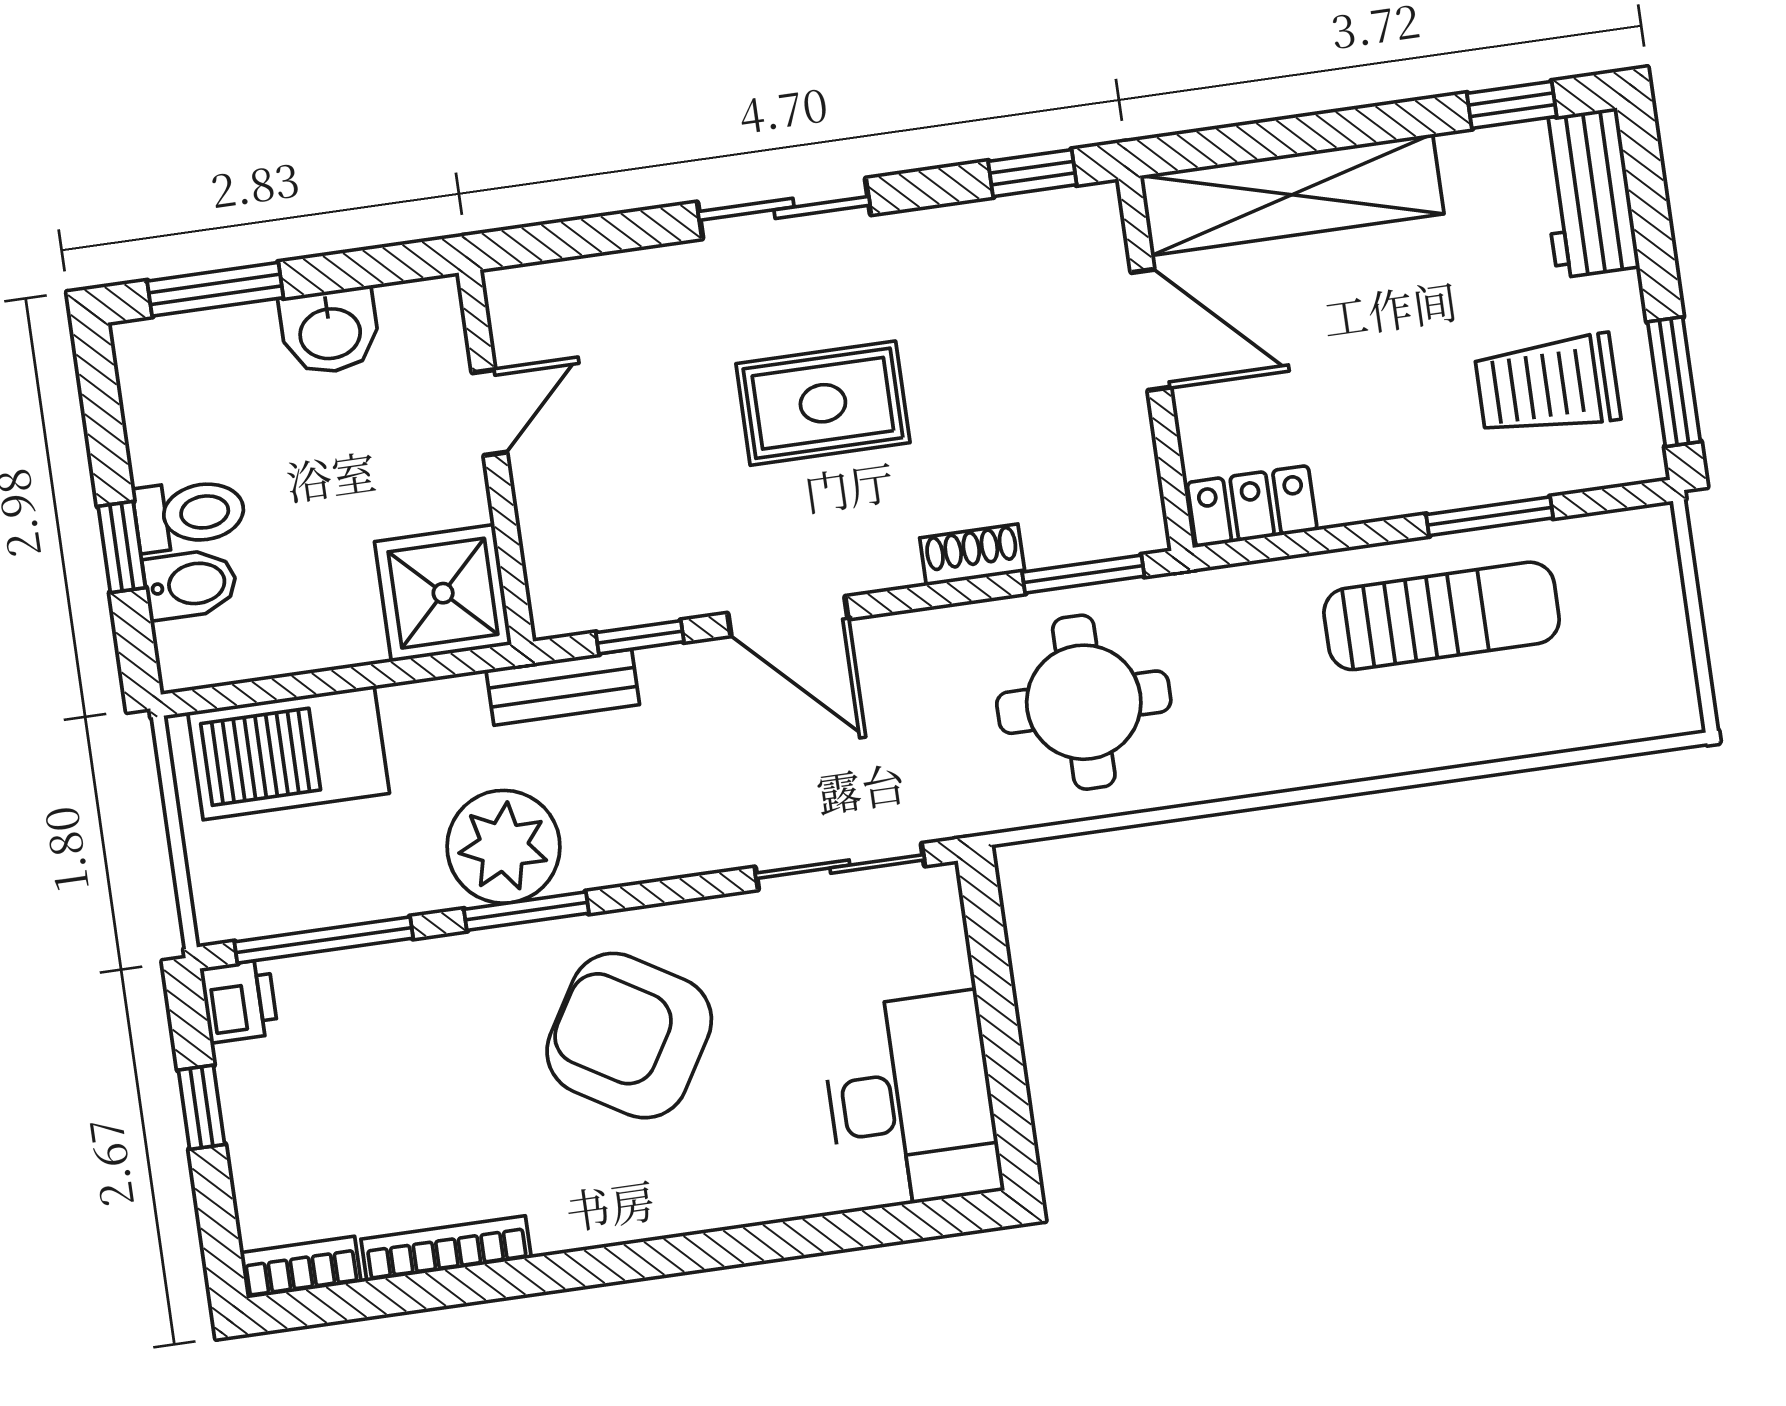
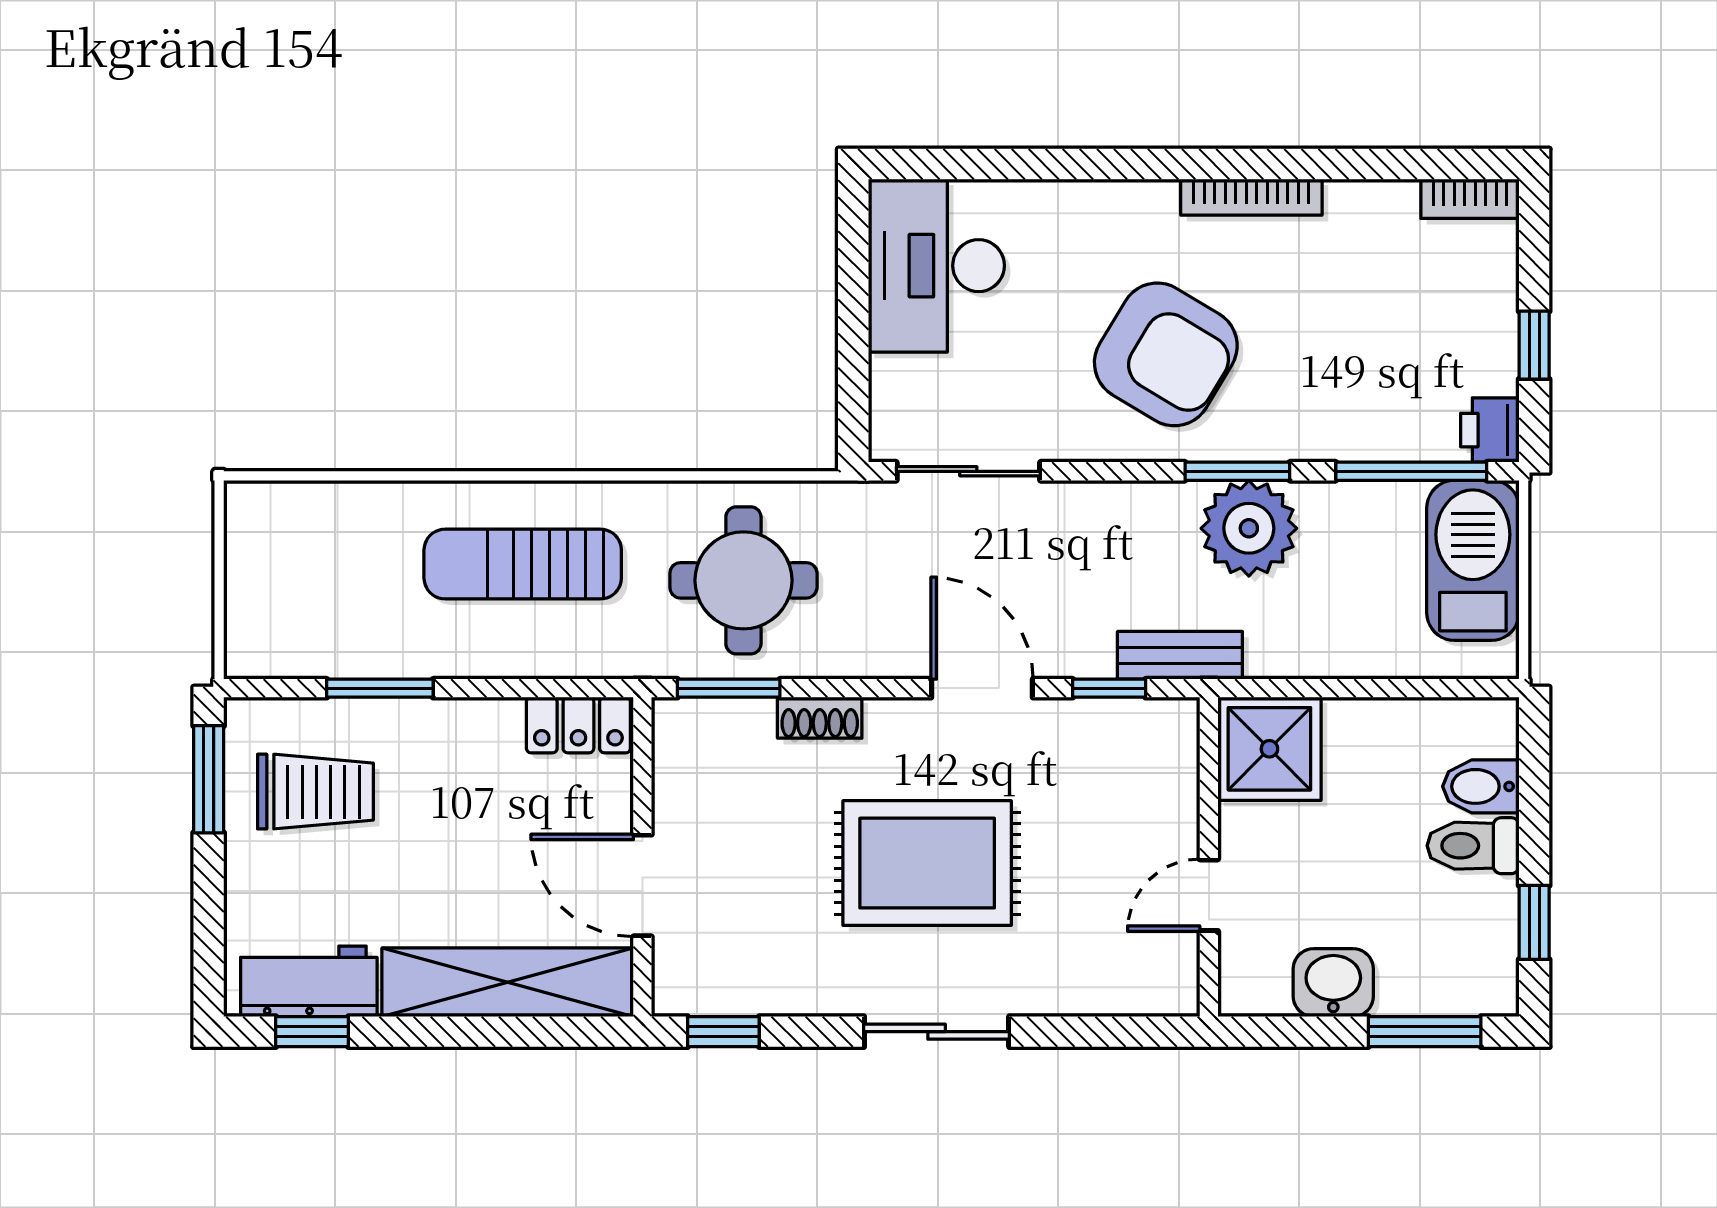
workbench: (1587, 193) -> (309, 981), moved, turned -90
rug: (823, 403) -> (927, 863), width x1.36, depth x1.43
window: (122, 547) -> (1534, 922), moved
sun lounger: (1442, 616) -> (523, 564), moved
barbecue: (289, 753) -> (1473, 560), moved, turned -90
bookcase: (446, 1248) -> (1251, 197), moved

